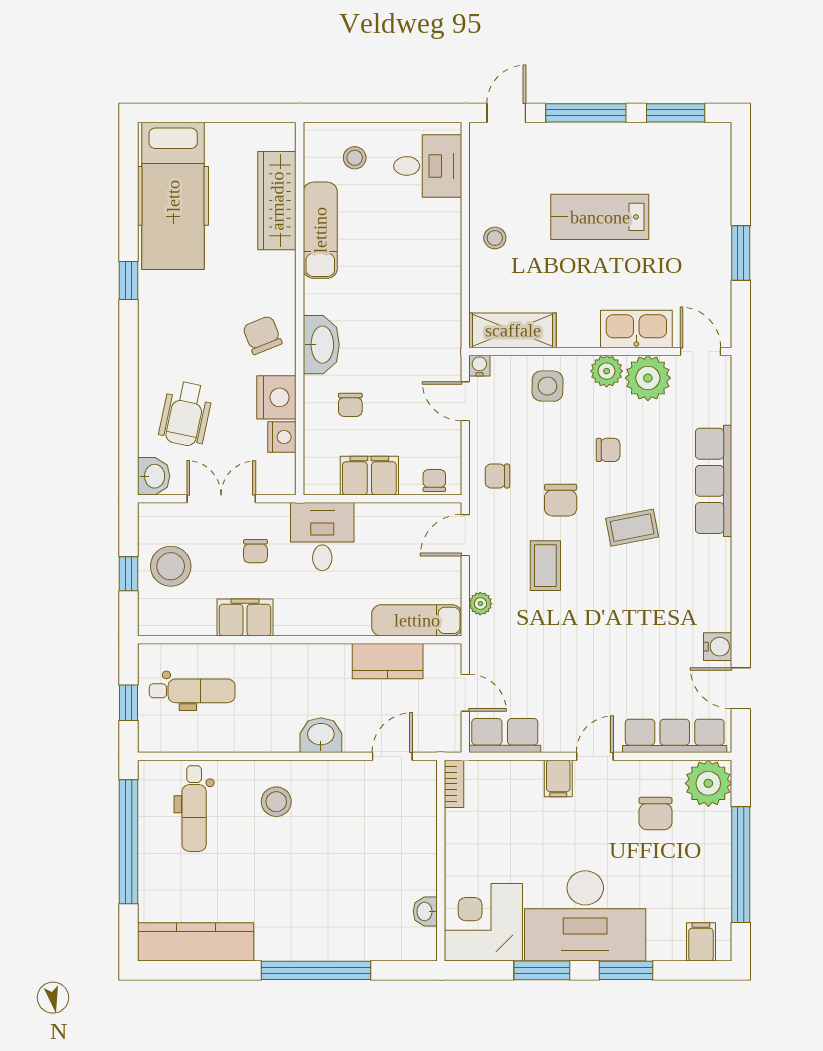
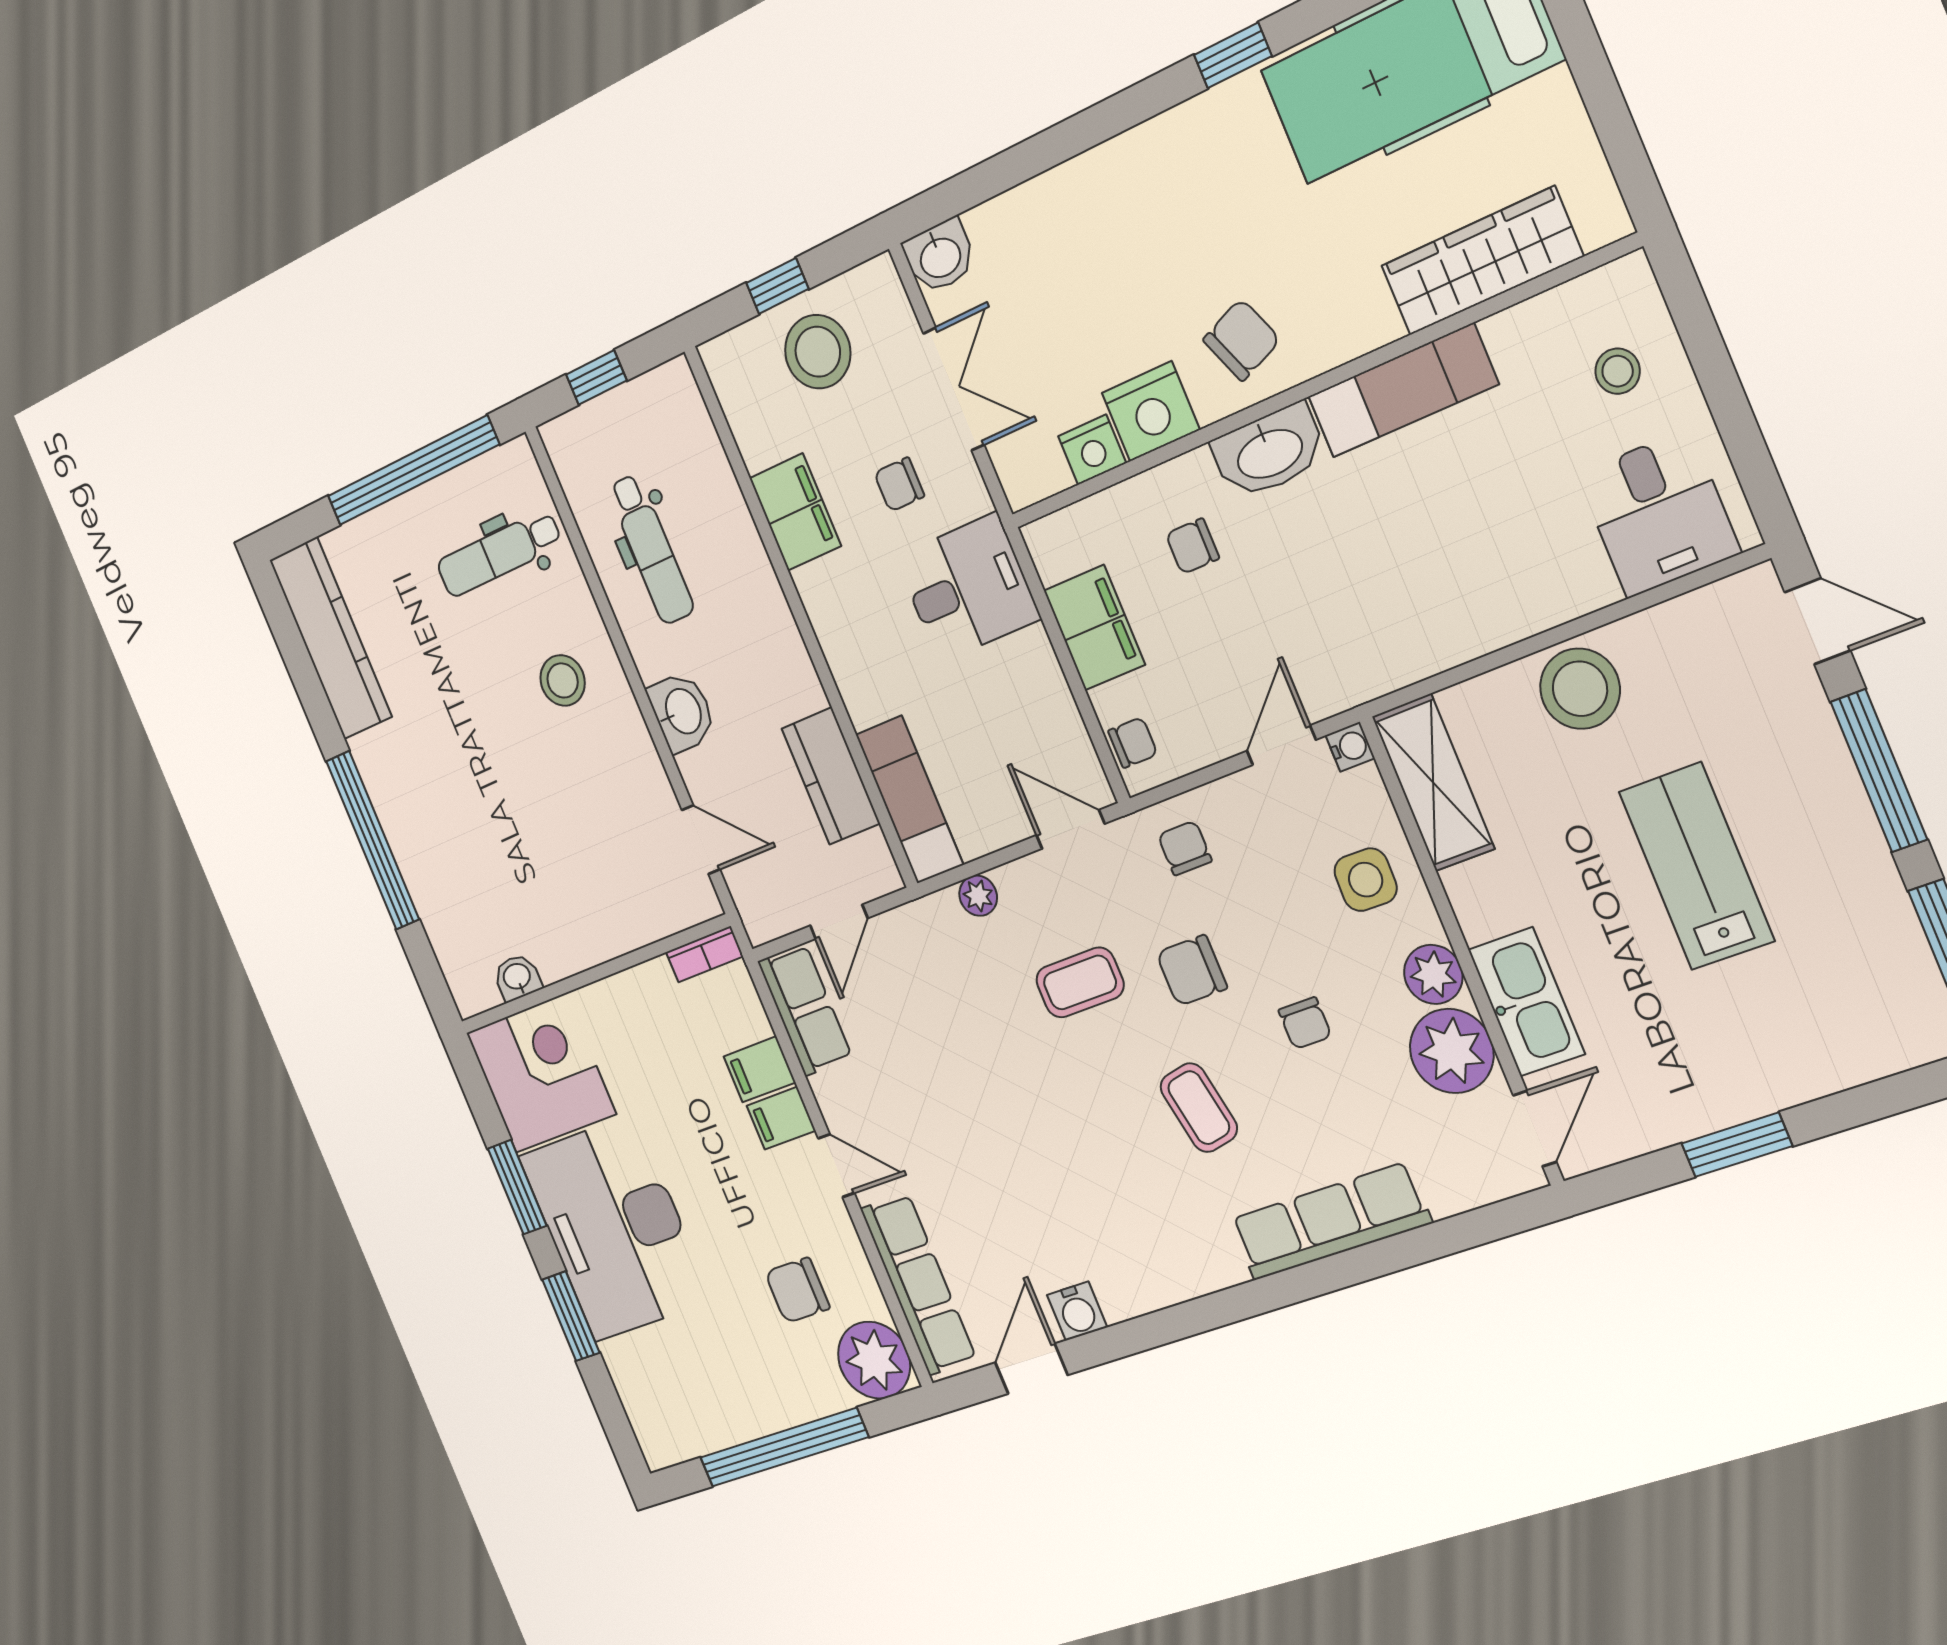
exam couch: (320, 230) -> (1403, 391), moved
stool: (495, 238) -> (1580, 689), width x1.89, depth x1.89
wheelchair: (186, 414) -> (1059, 265), removed
dental chair: (192, 691) -> (651, 549), moved
filing cabinet: (701, 942) -> (760, 1069), moved, turned 180

